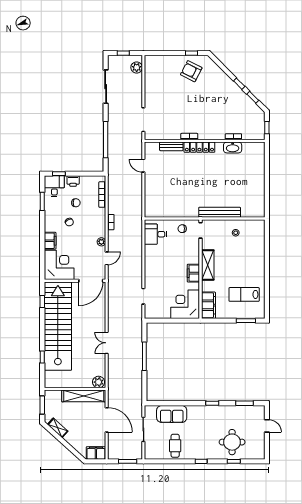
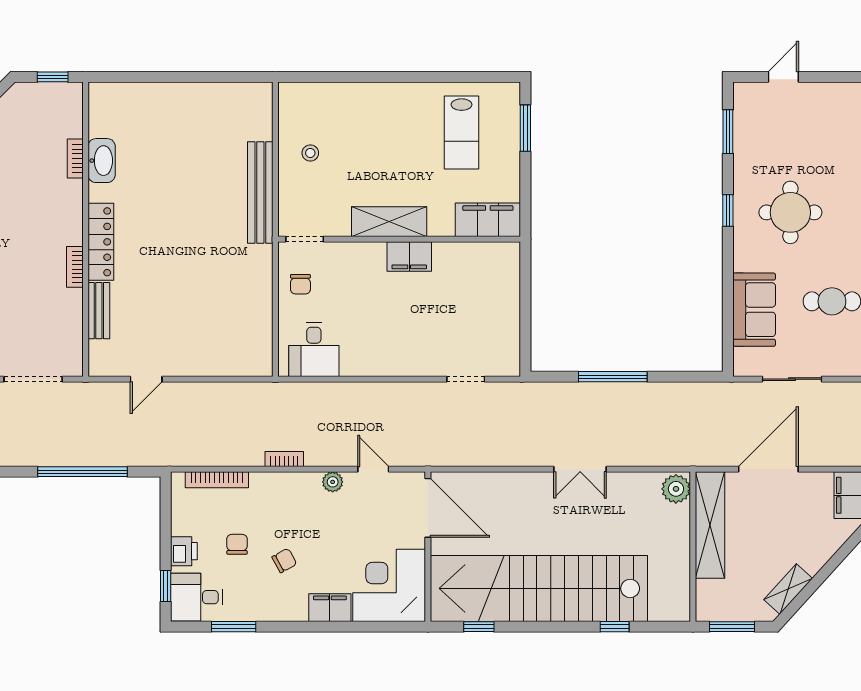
corner desk: (185, 304) -> (485, 277), removed
round table: (232, 442) -> (790, 212), moved

